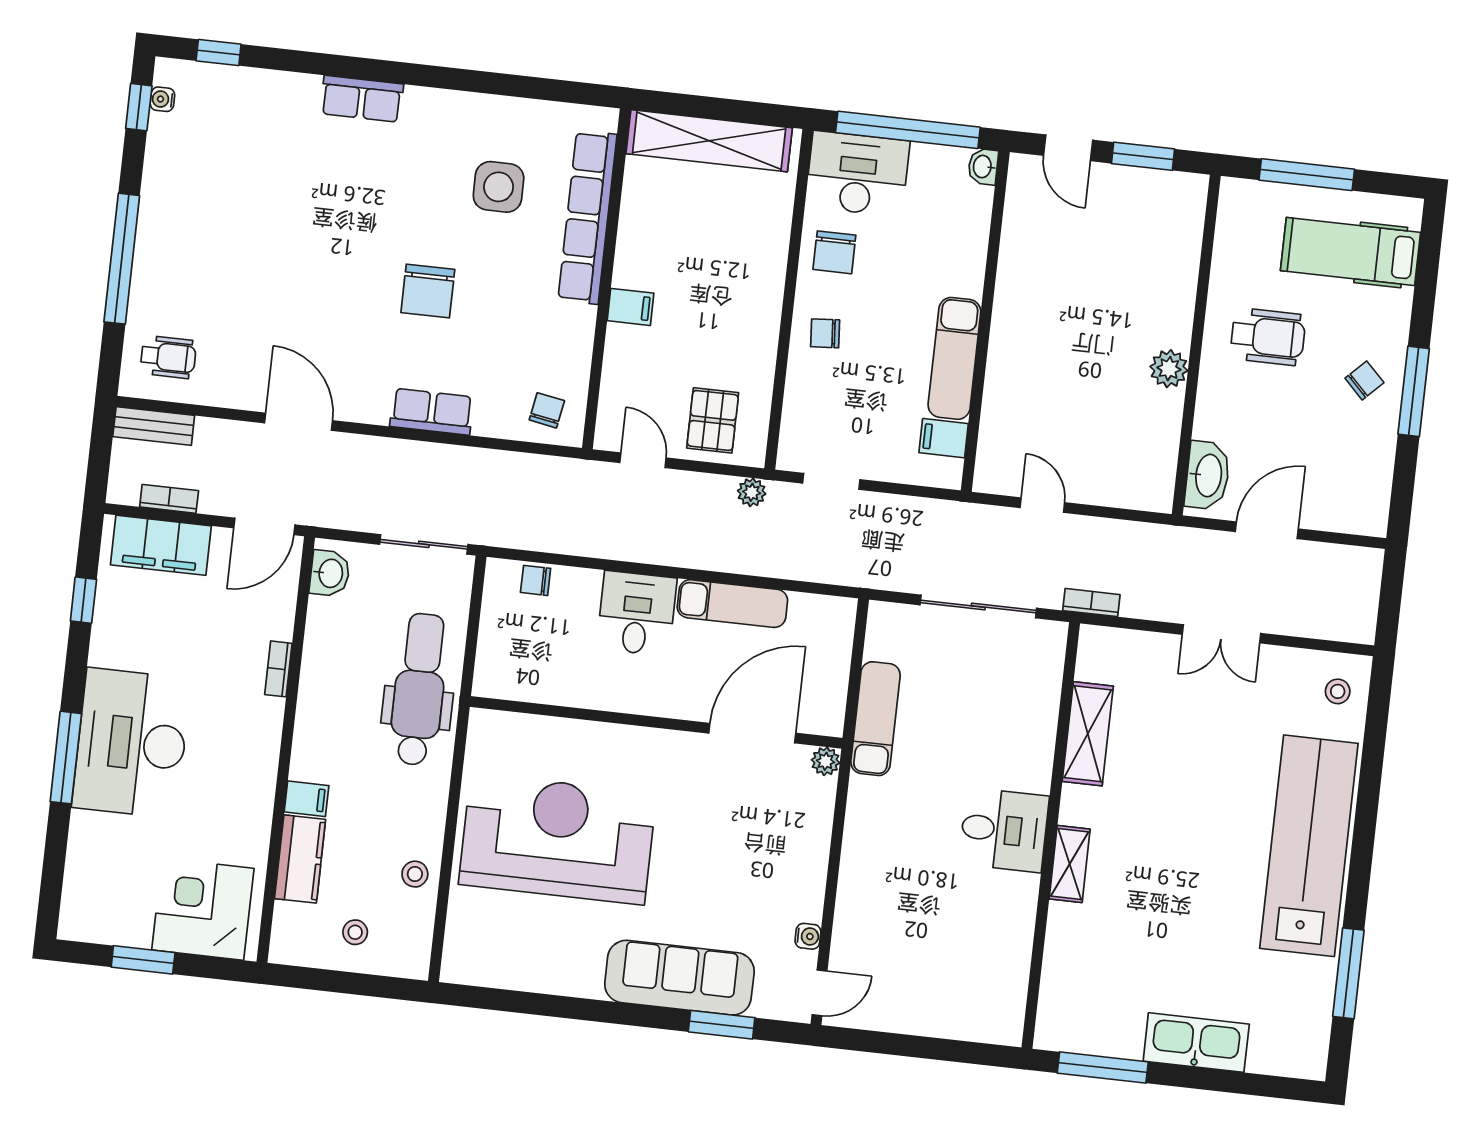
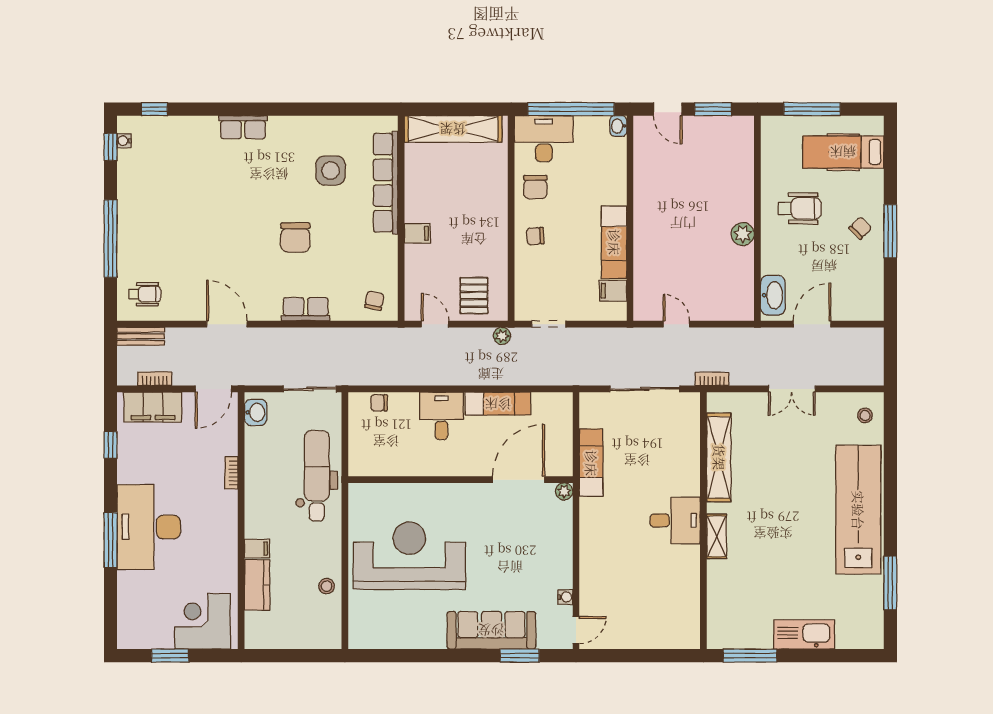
shelving: (1088, 734) -> (719, 457), width x1.47
stool: (355, 932) -> (295, 625), removed

